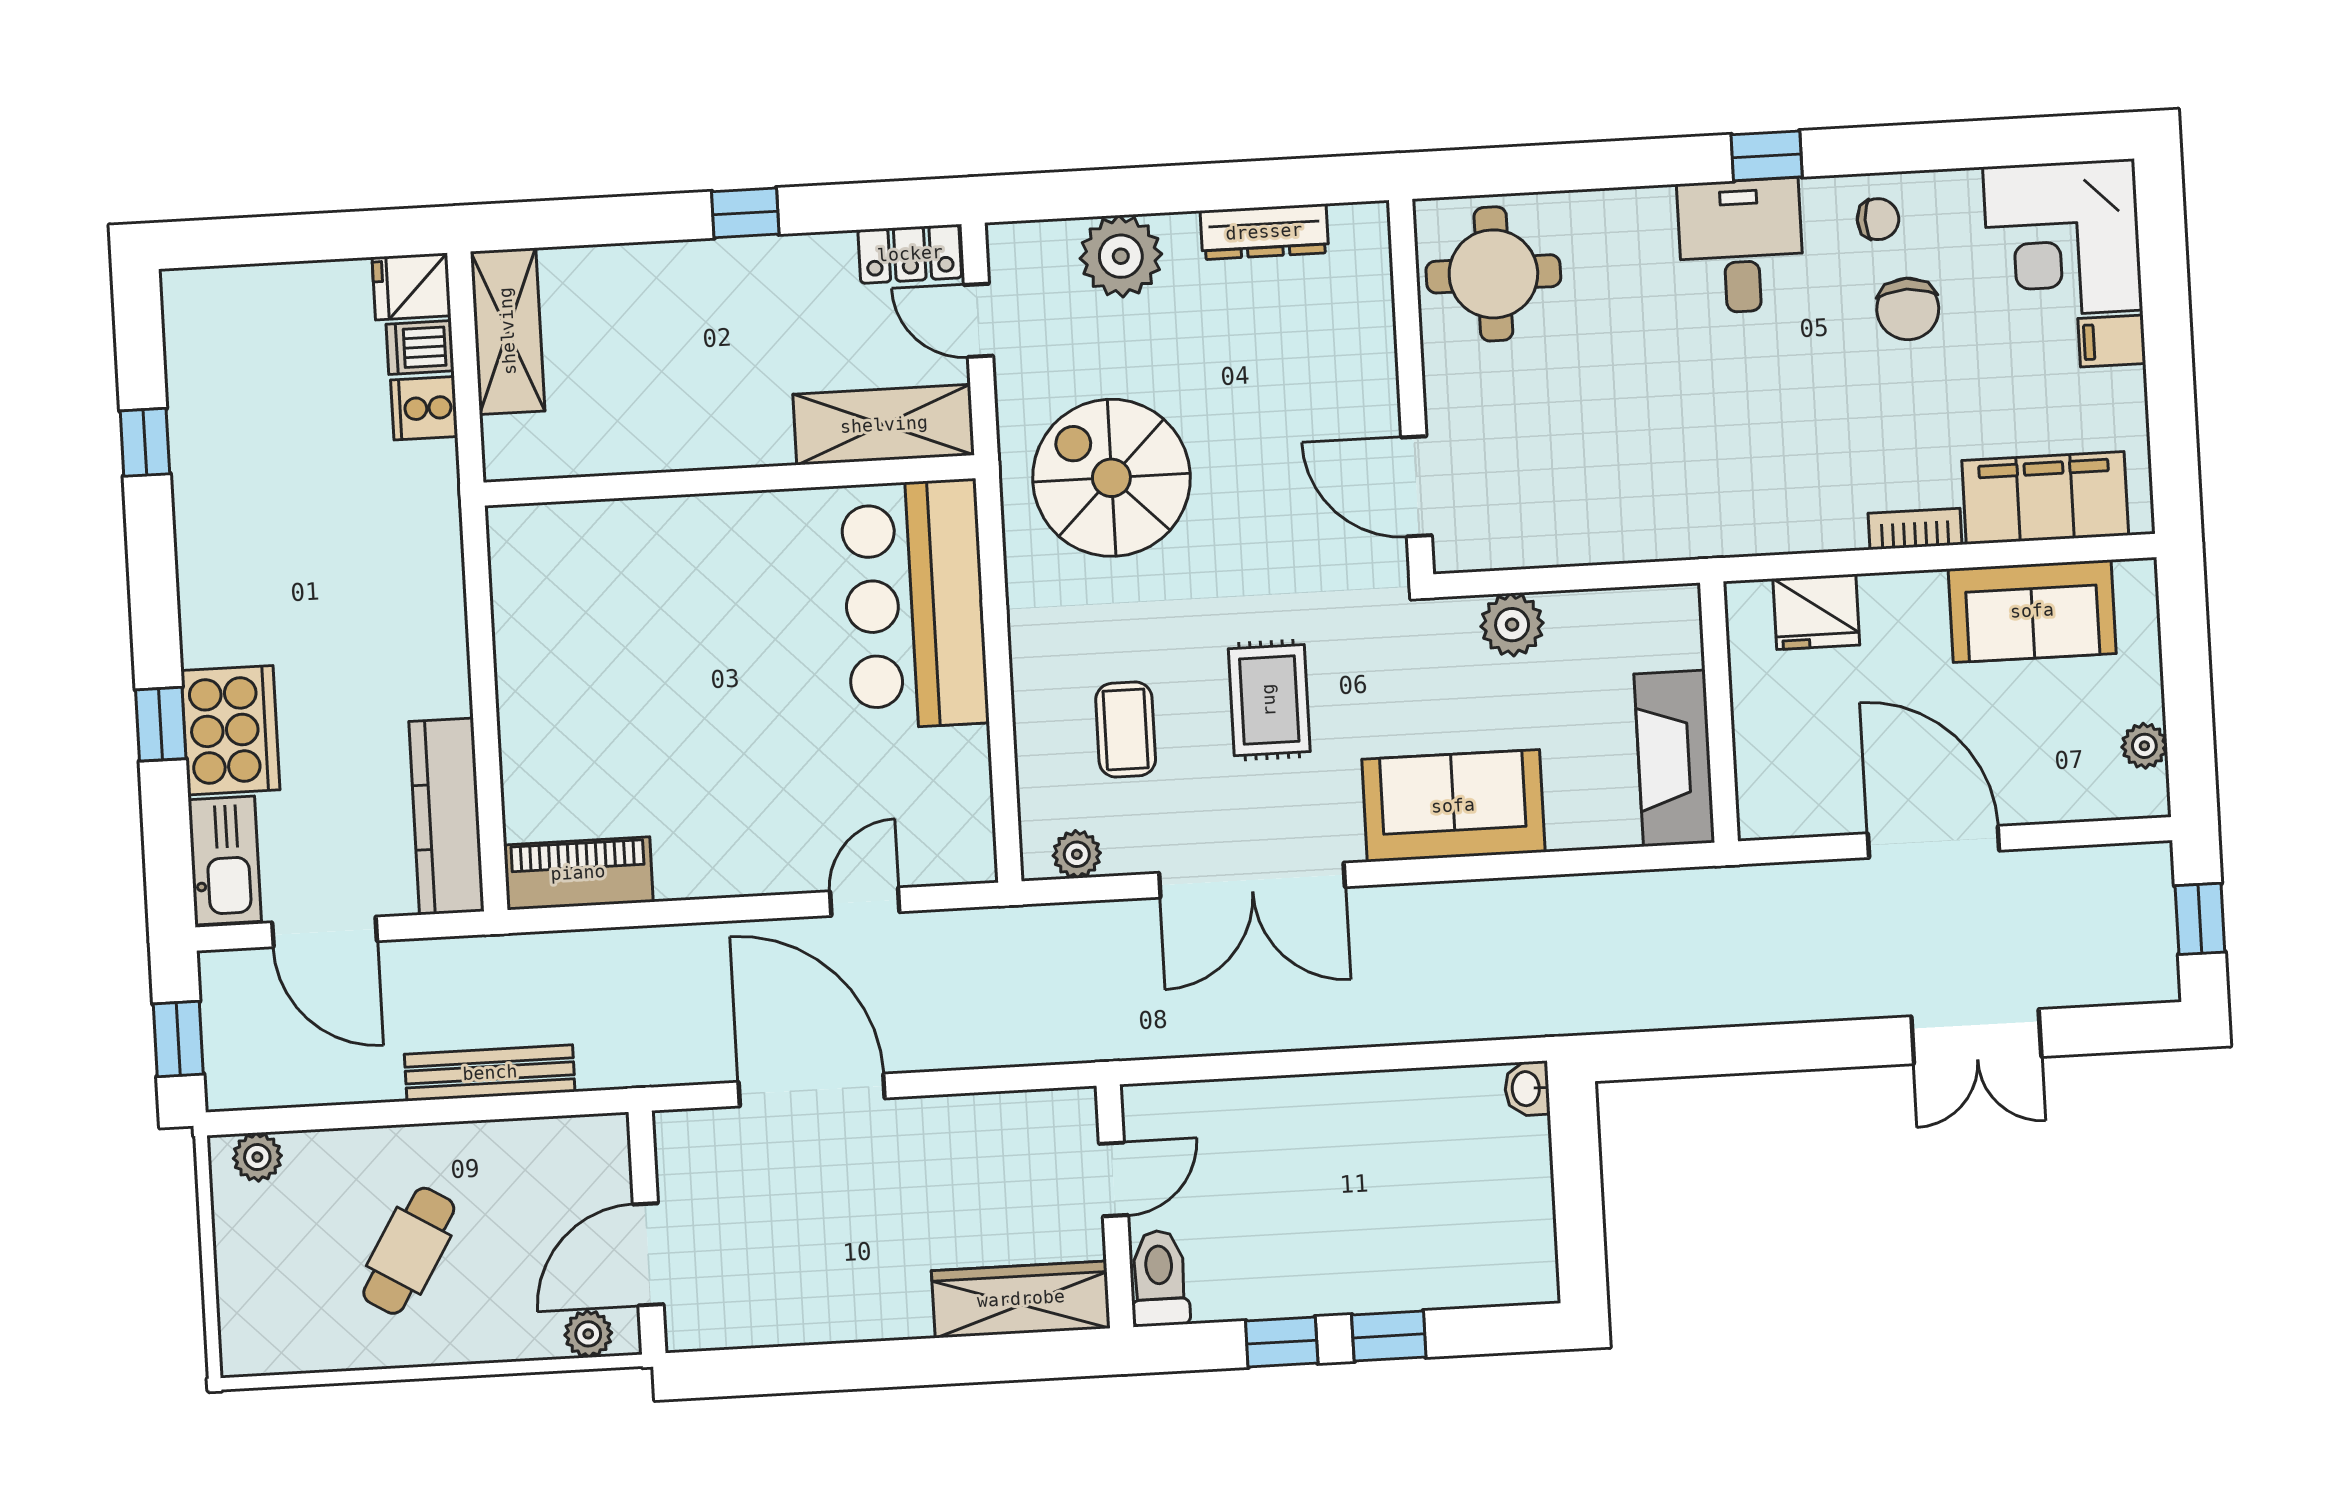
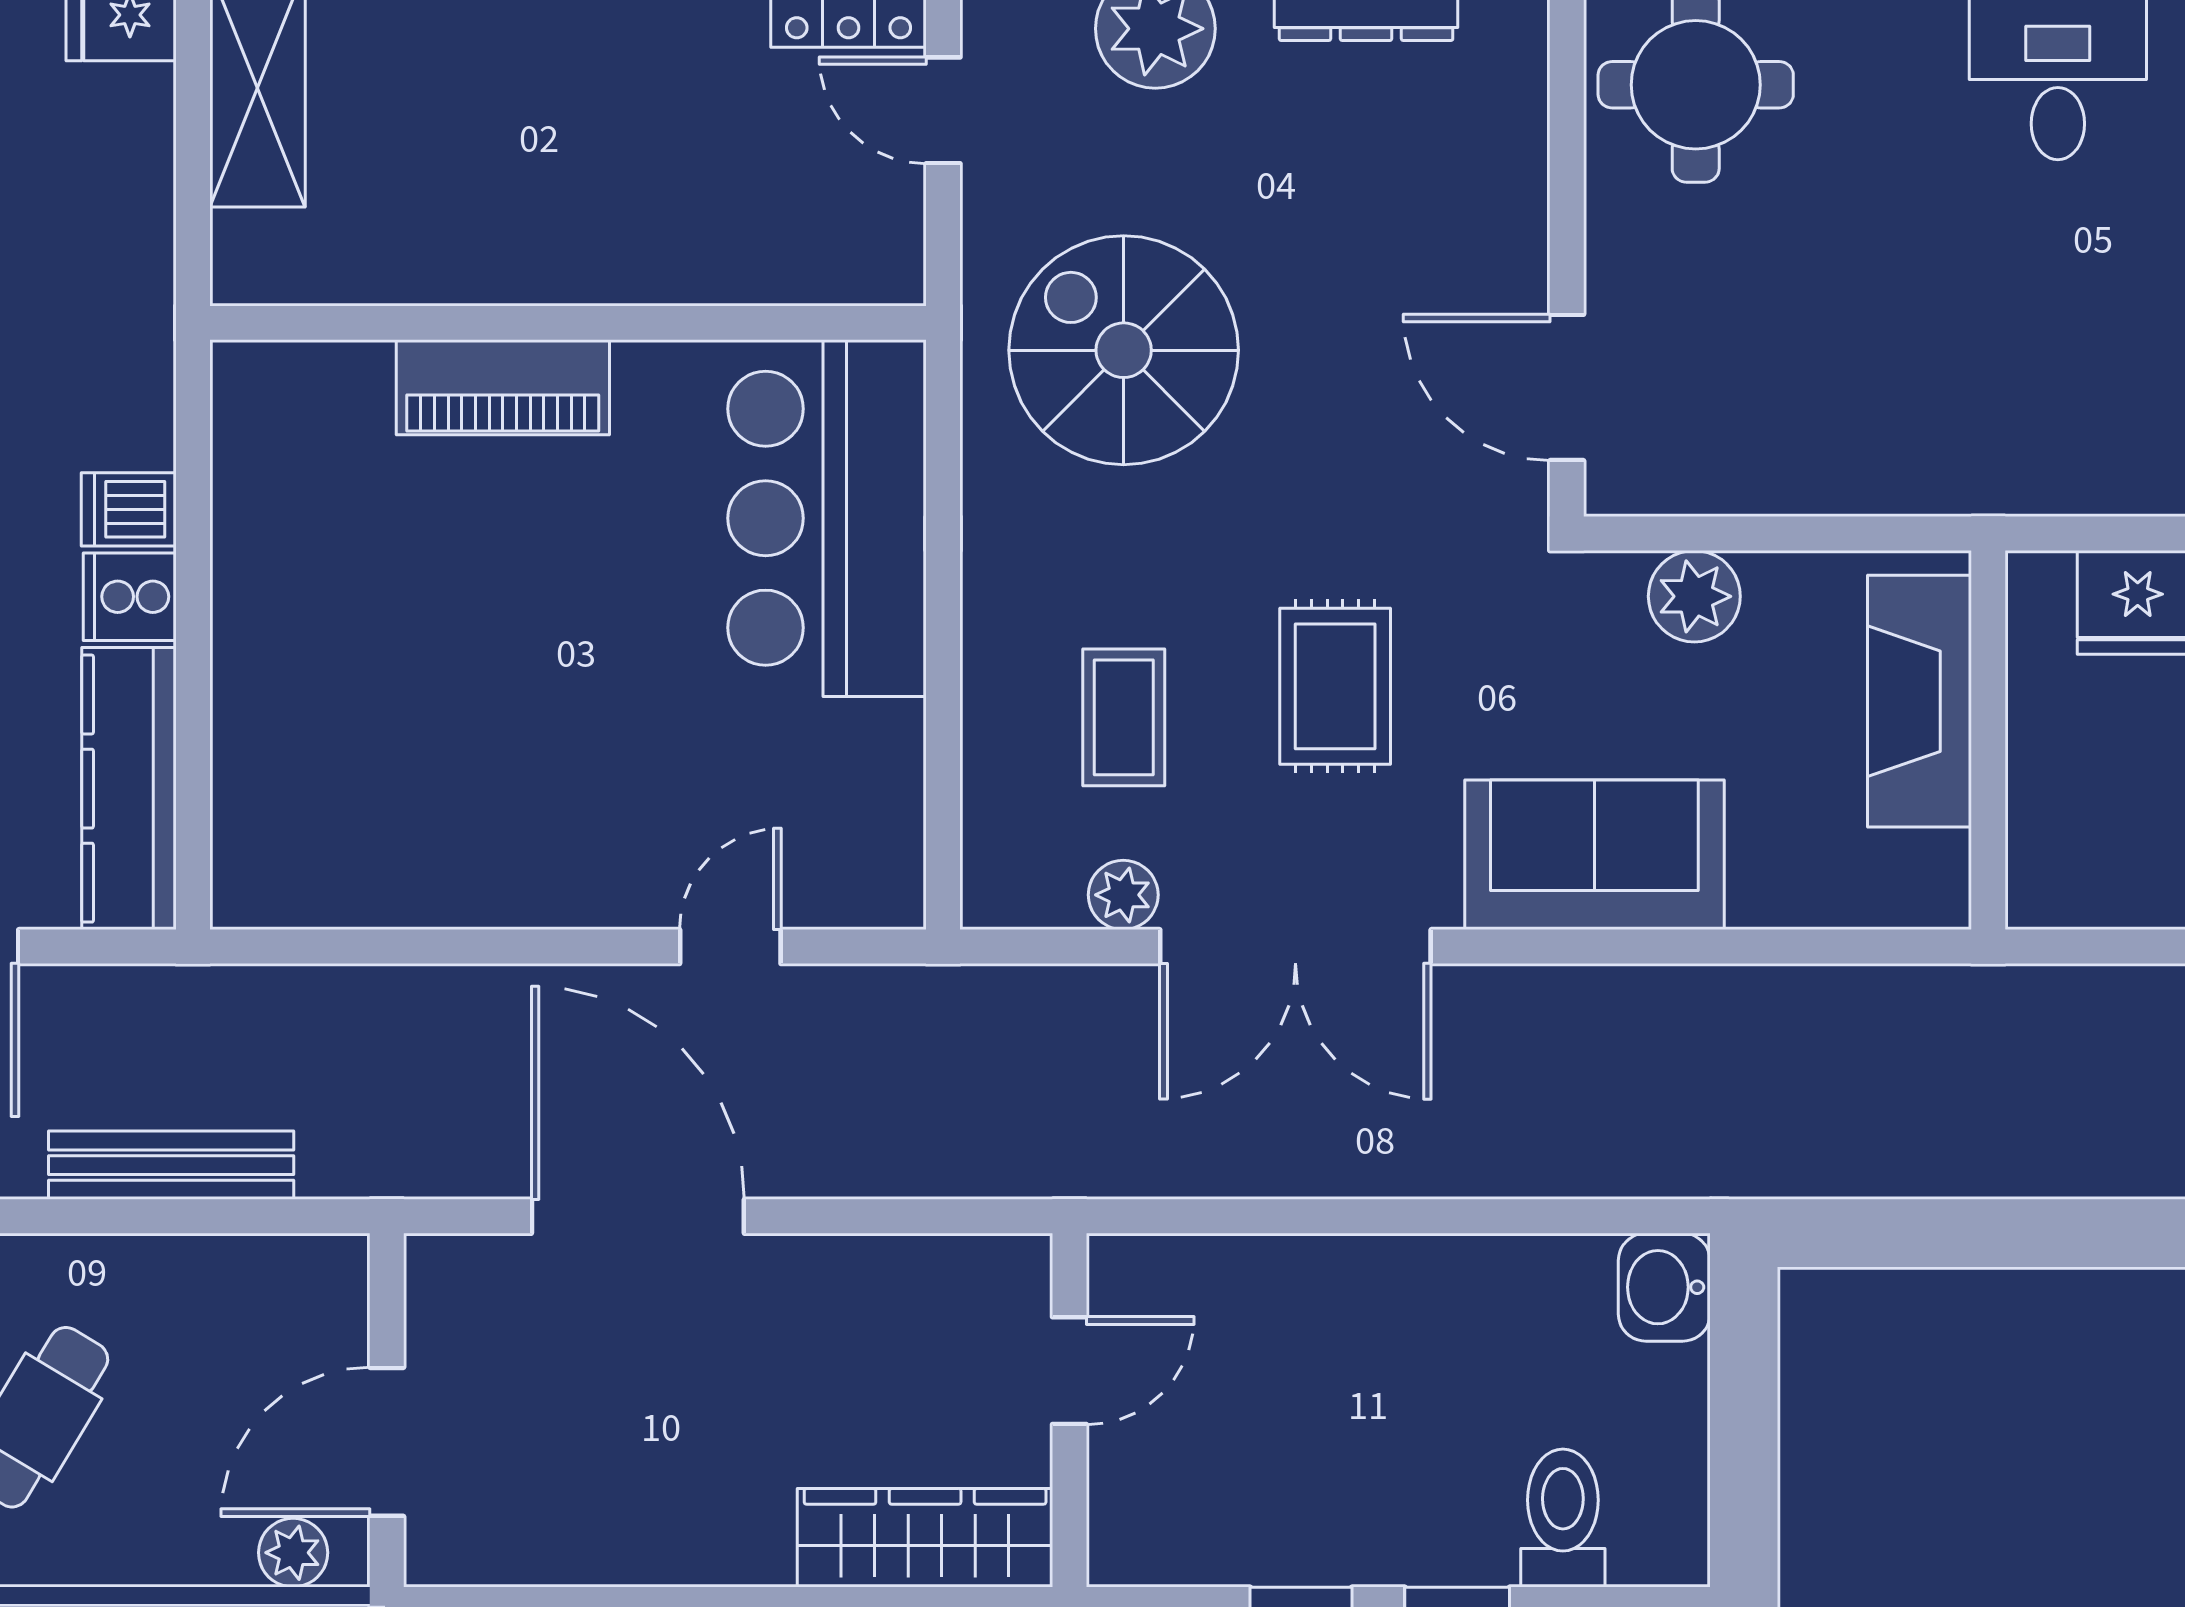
dishwasher: (420, 348) -> (129, 509), moved
cooker: (424, 408) -> (130, 597), moved
shelving: (884, 425) -> (797, 254), removed
fireplace: (1674, 758) -> (1919, 701), moved
plant: (1077, 854) -> (1123, 895), moved
piano: (578, 873) -> (503, 387), moved, turned 180
washbasin: (1527, 1089) -> (1664, 1287), width x1.38, depth x1.45
toilet: (1159, 1278) -> (1563, 1518), moved

